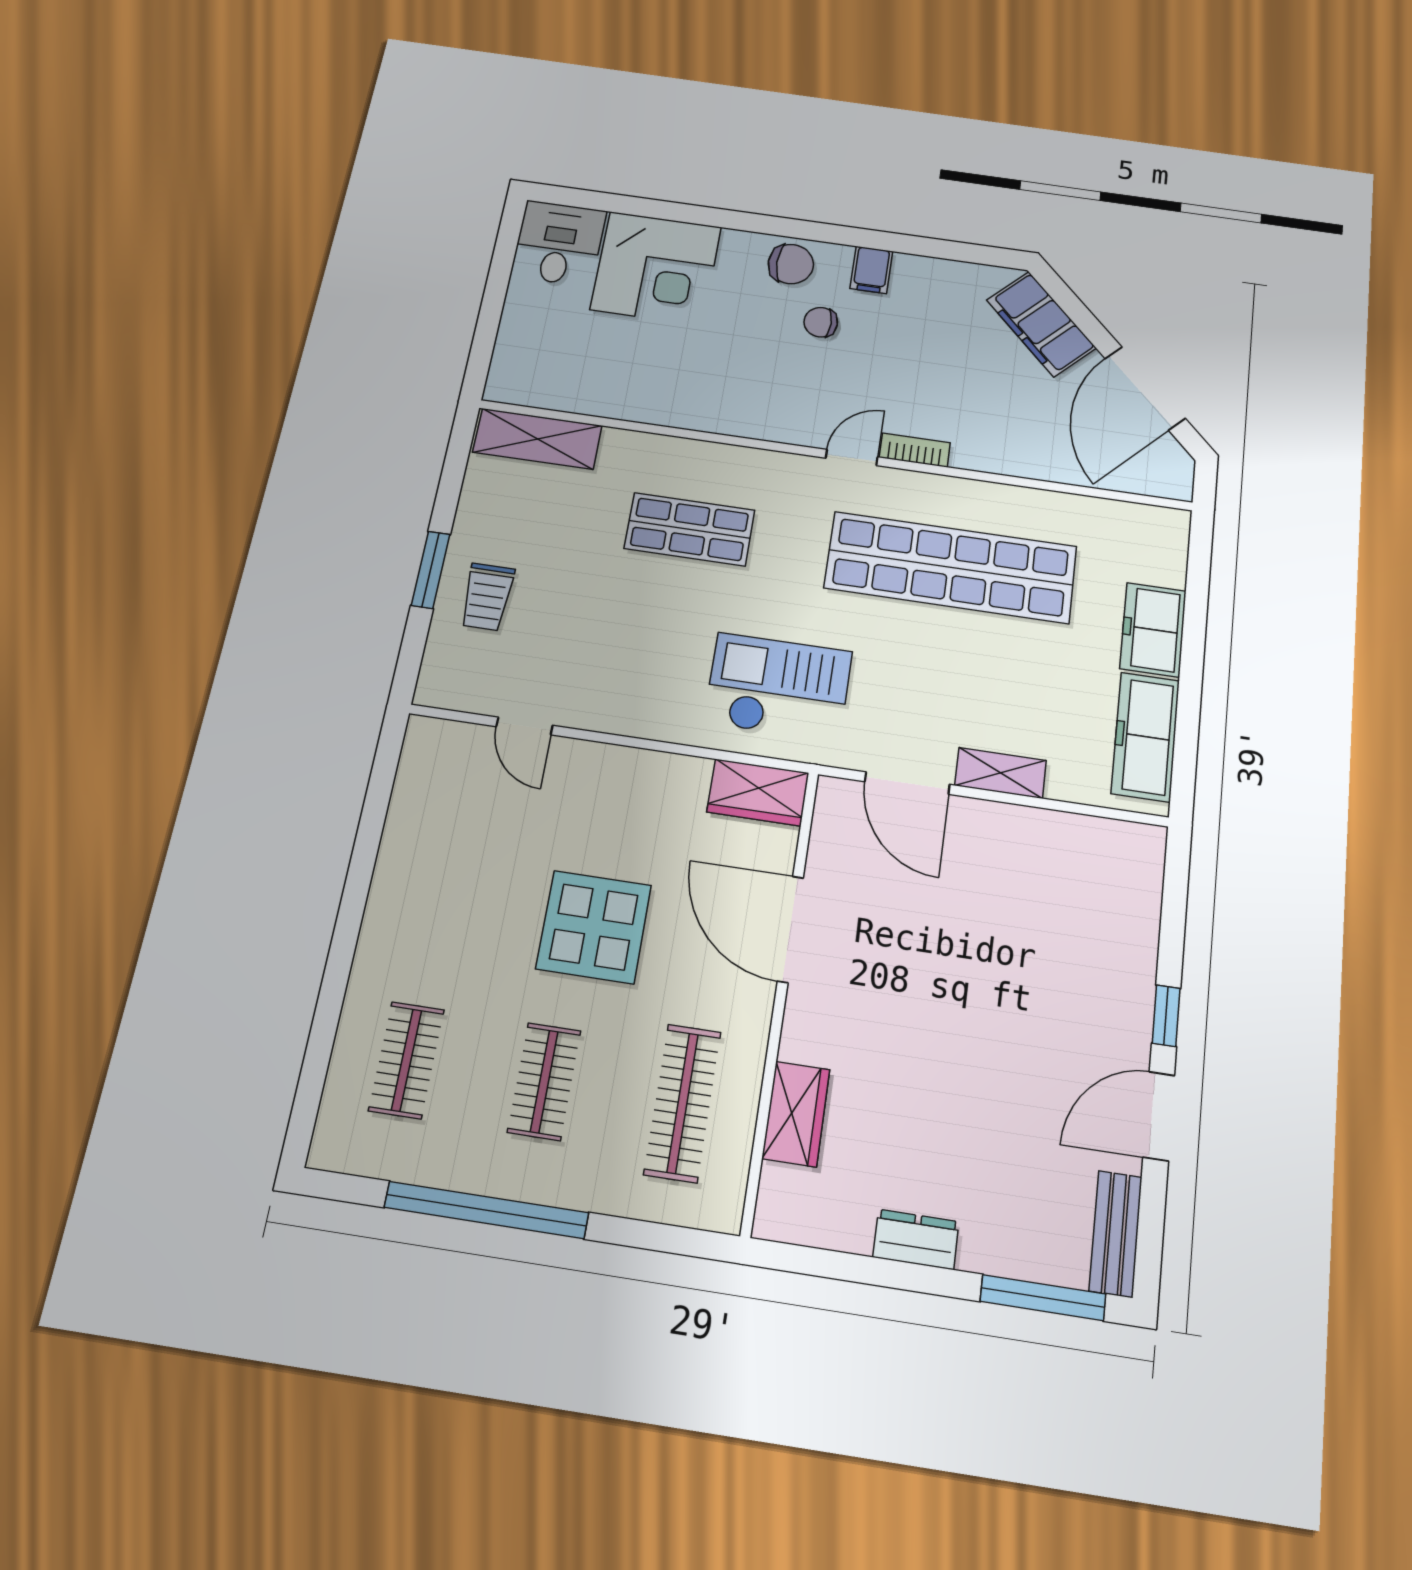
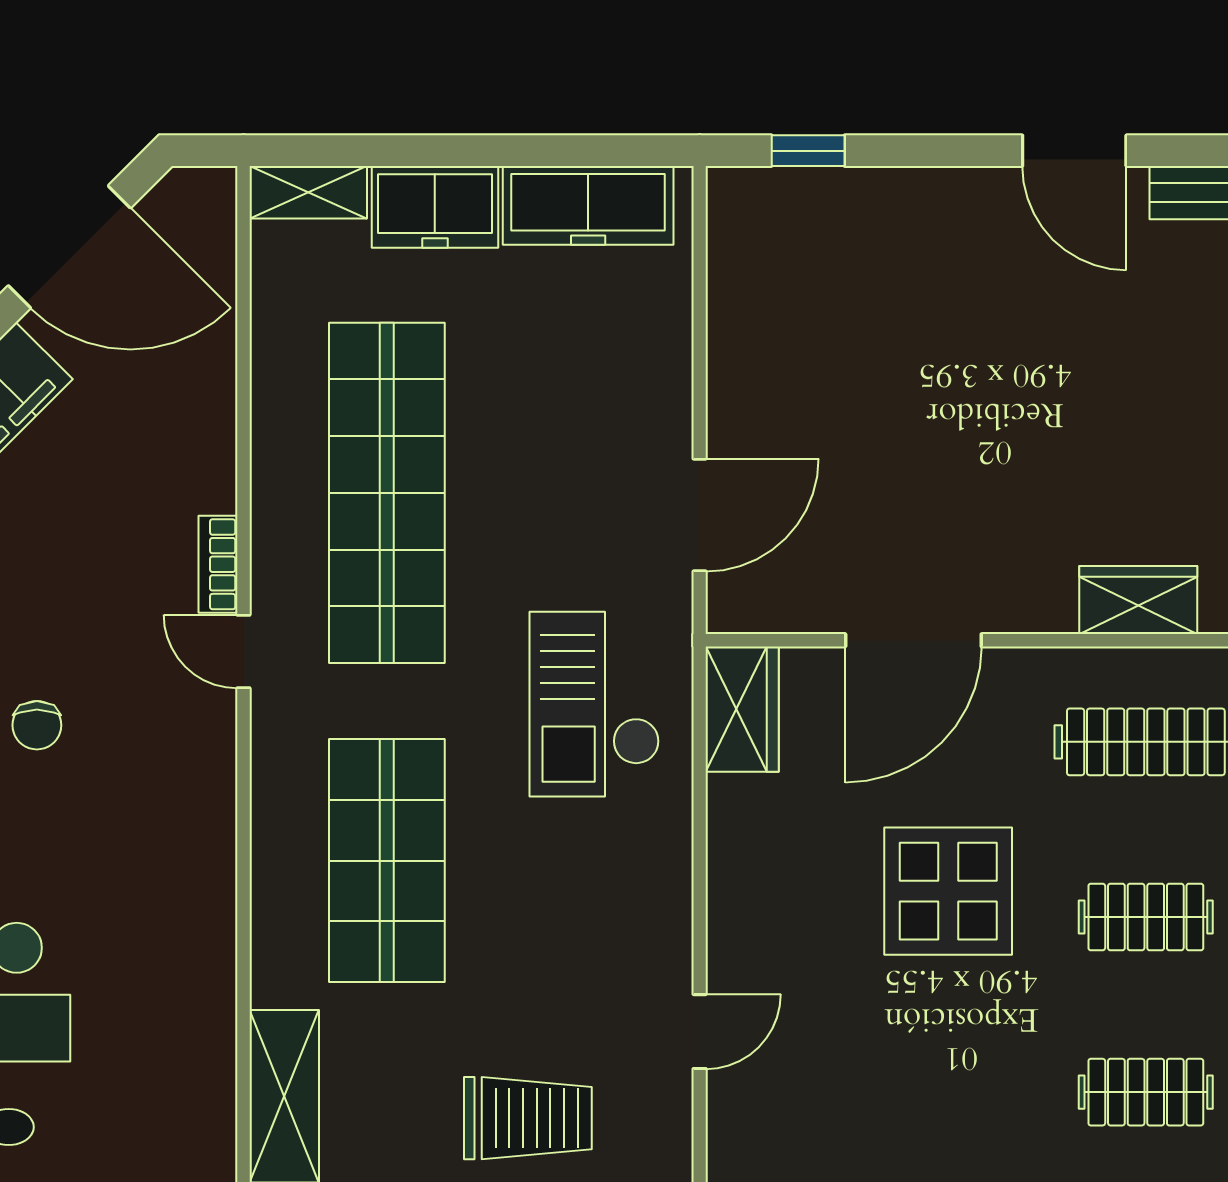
shop shelf: (690, 529) -> (387, 861), width x1.43, depth x1.36
trolley: (487, 597) -> (528, 1118), width x1.36, depth x1.39
shelving: (1001, 773) -> (308, 192), moved, turned 90
window: (1166, 1016) -> (808, 151), moved

